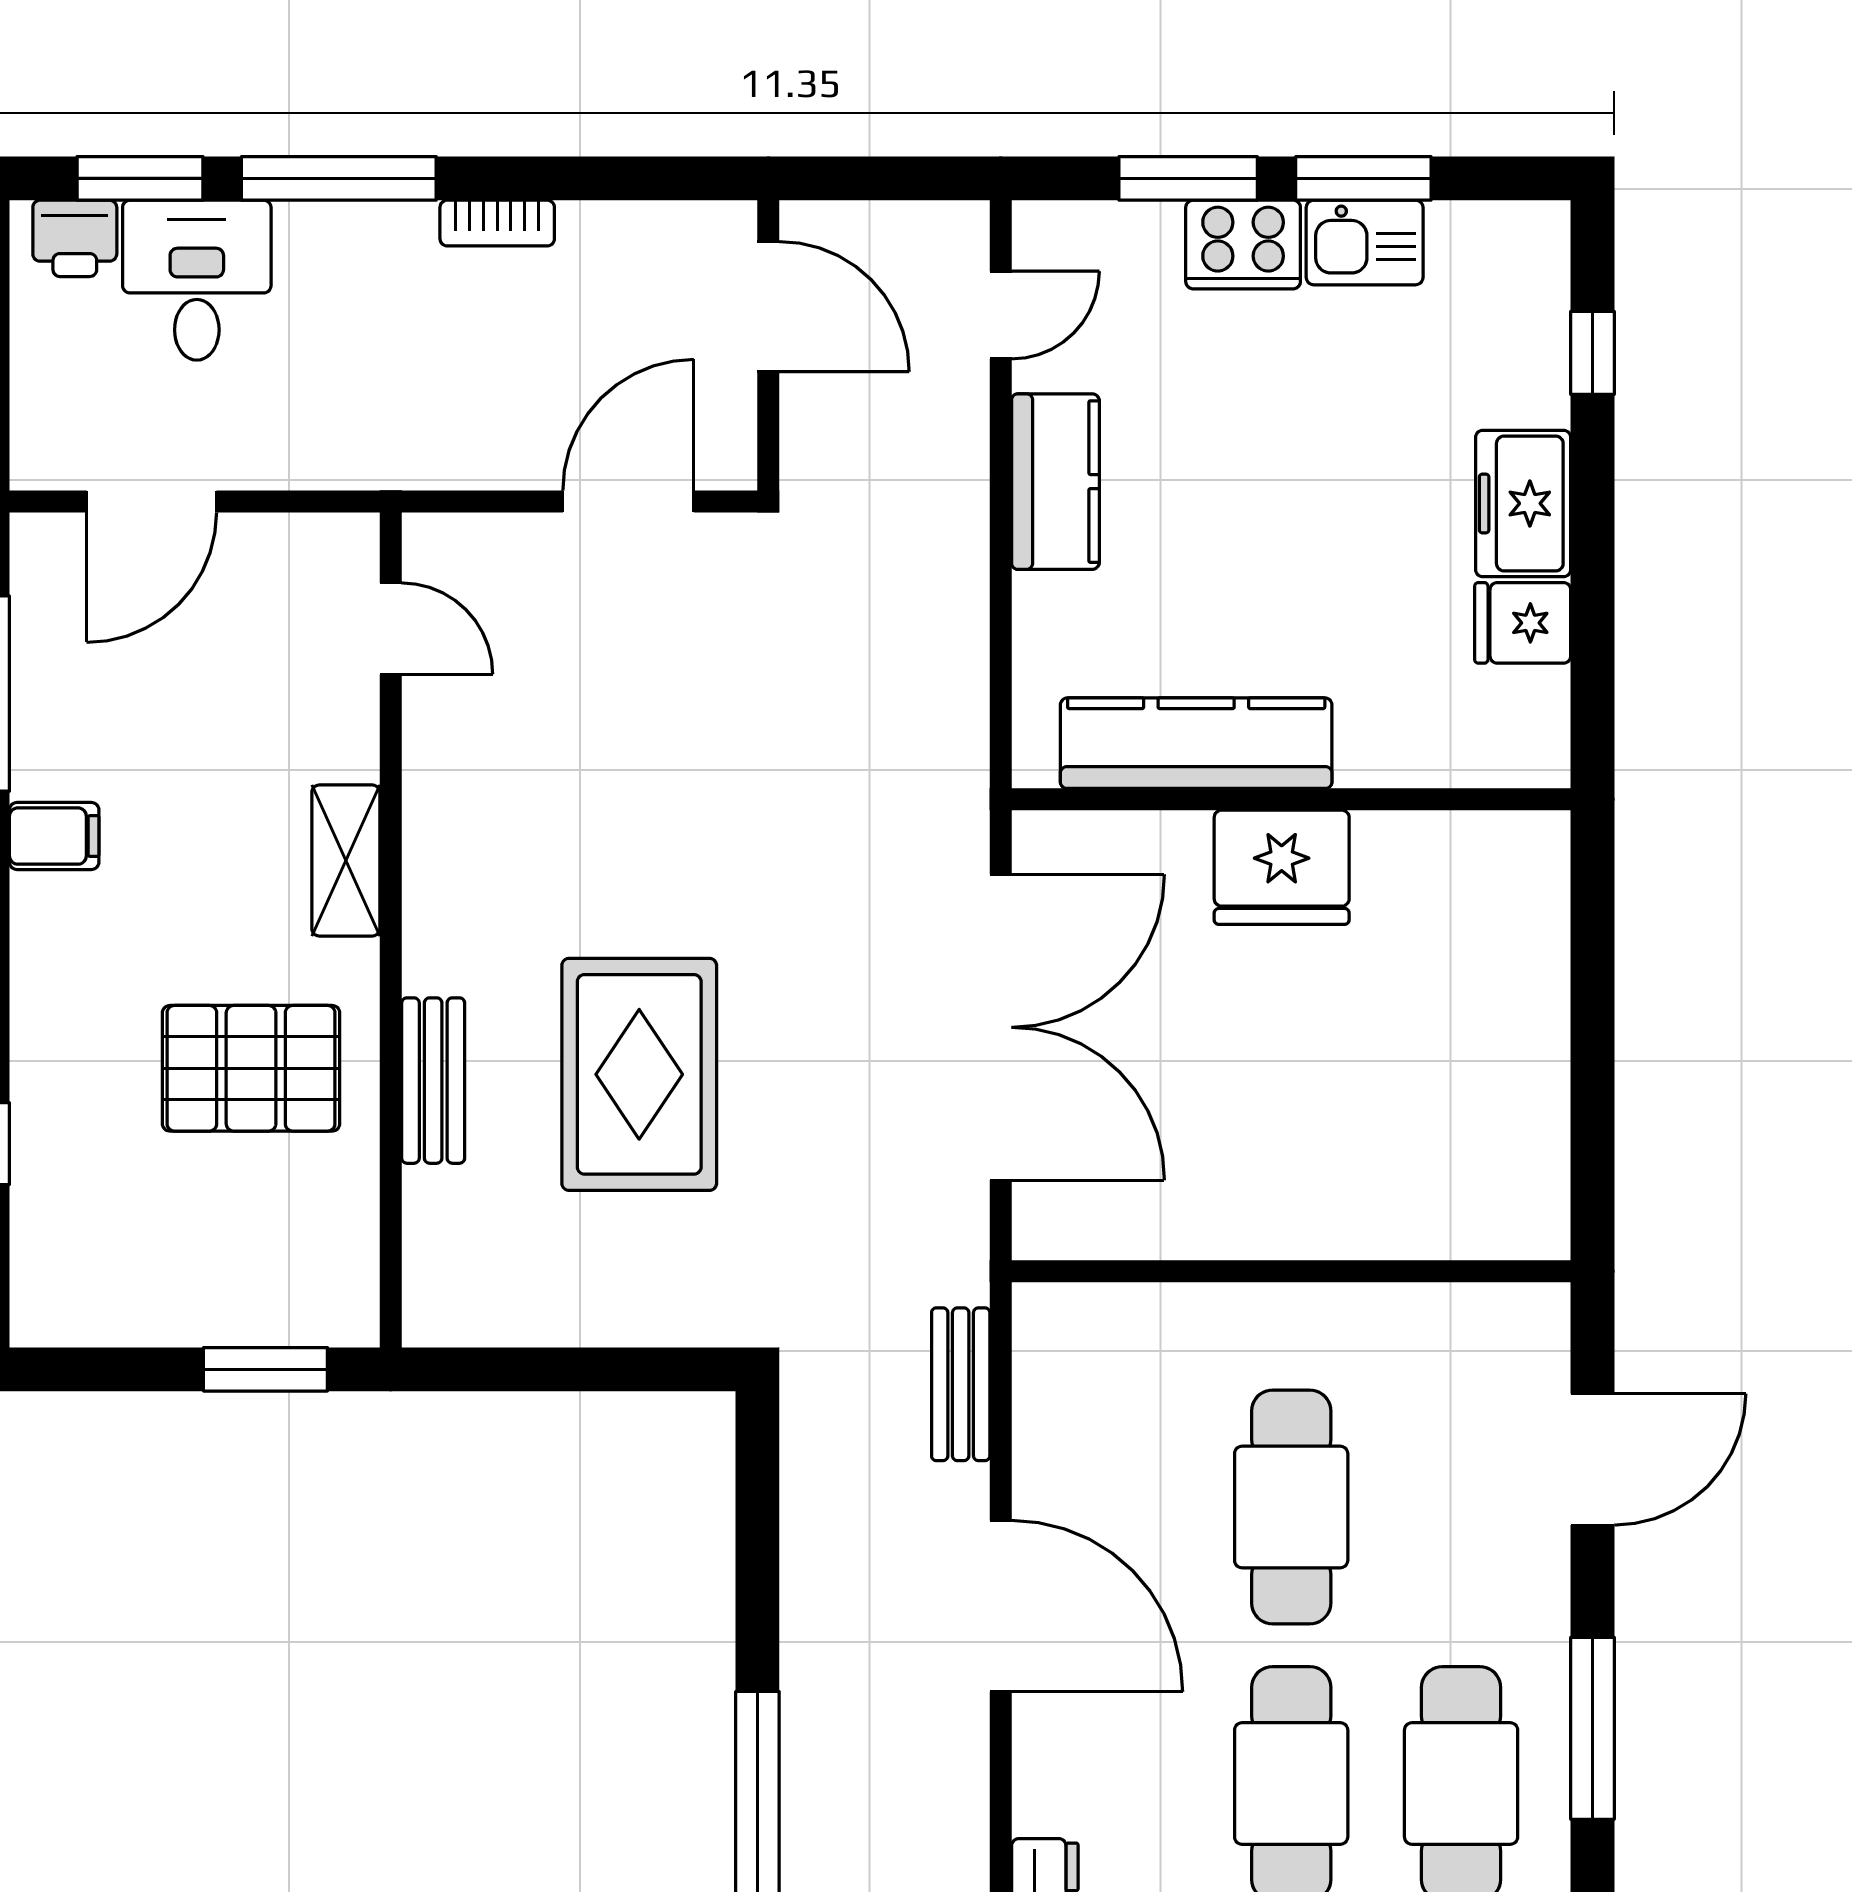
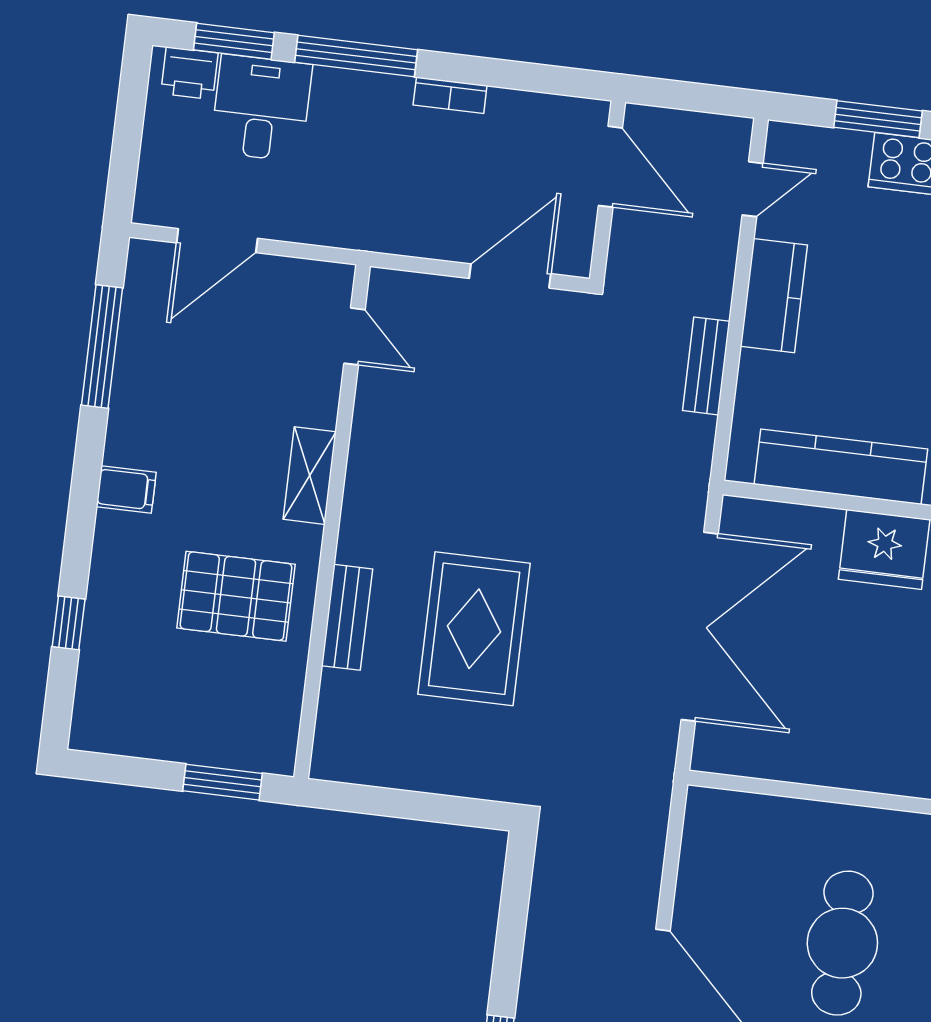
filing cabinet: (54, 836) -> (126, 490), moved
bench: (961, 1384) -> (706, 366), moved

